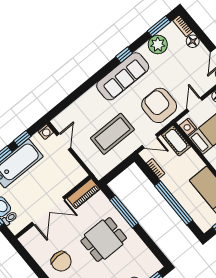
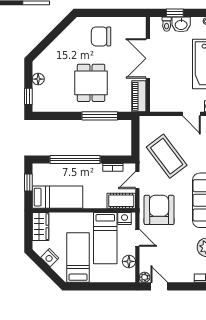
floor lamp: (193, 41) -> (187, 276), removed
armchair: (159, 105) -> (159, 210), turned -90
coffee table: (112, 134) -> (167, 156), turned -37

